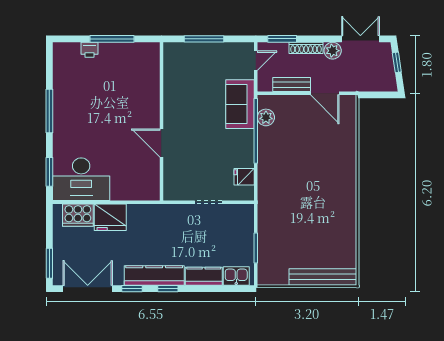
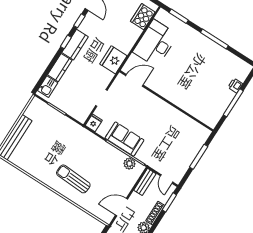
bench: (292, 85) -> (145, 182), moved
sofa: (240, 104) -> (124, 139), moved
door: (161, 143) -> (134, 80), moved
sun lounger: (328, 174) -> (73, 179), added
fridge: (244, 177) -> (94, 123), moved
desk: (81, 179) -> (155, 43), moved
fridge: (110, 217) -> (113, 60), moved
kitchen counter: (154, 275) -> (75, 45), width x0.67

